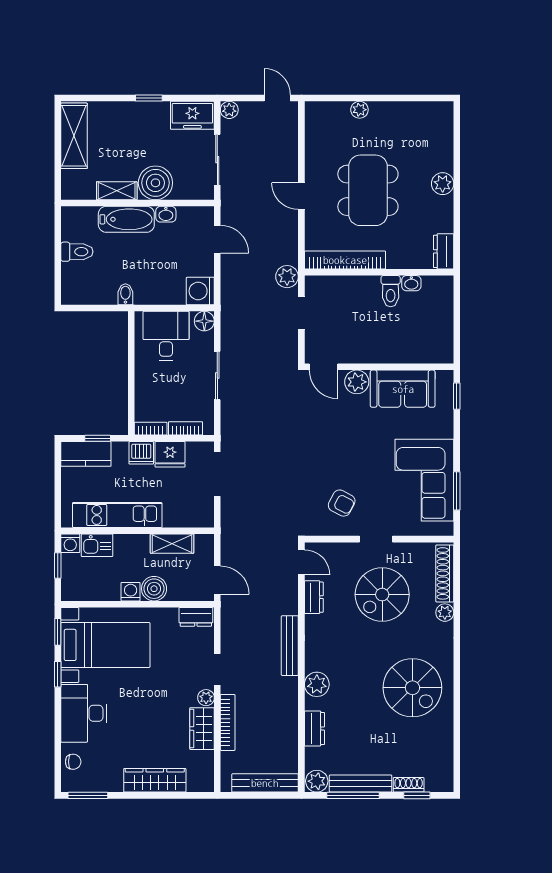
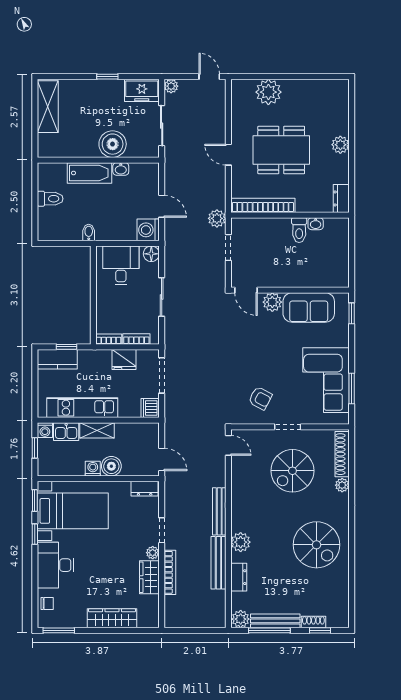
plant: (359, 110) -> (268, 92), width x1.87, depth x1.87
dining table: (368, 190) -> (281, 150), turned 90
shelving: (117, 191) -> (82, 150), removed
door: (217, 239) -> (162, 206), moved
dishwasher: (141, 453) -> (150, 408), moved, turned 90
shelving: (172, 544) -> (97, 430), moved
dresser: (314, 597) -> (238, 473), removed
bench: (265, 783) -> (218, 563), moved, turned 90

